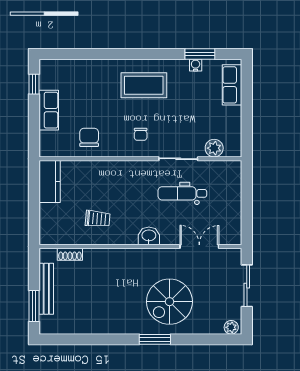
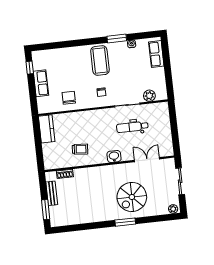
window: (200, 54) -> (117, 38), moved
coffee table: (144, 85) -> (100, 61), turned 90
bench: (46, 289) -> (52, 193), width x0.73

